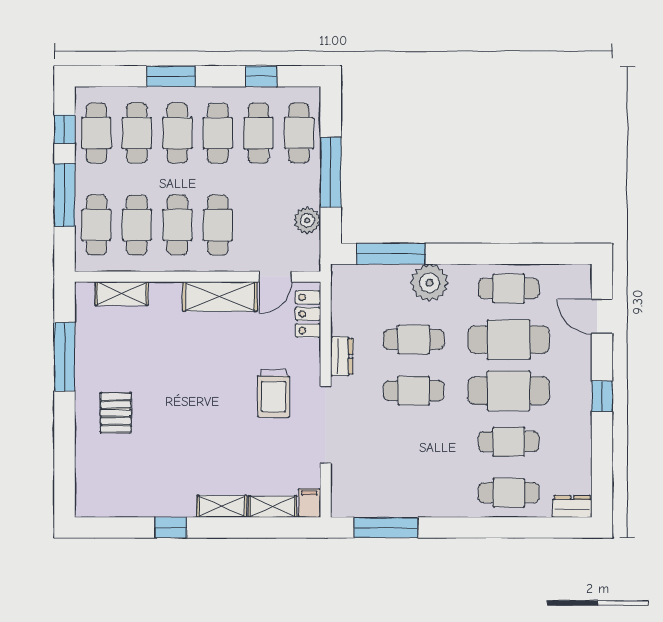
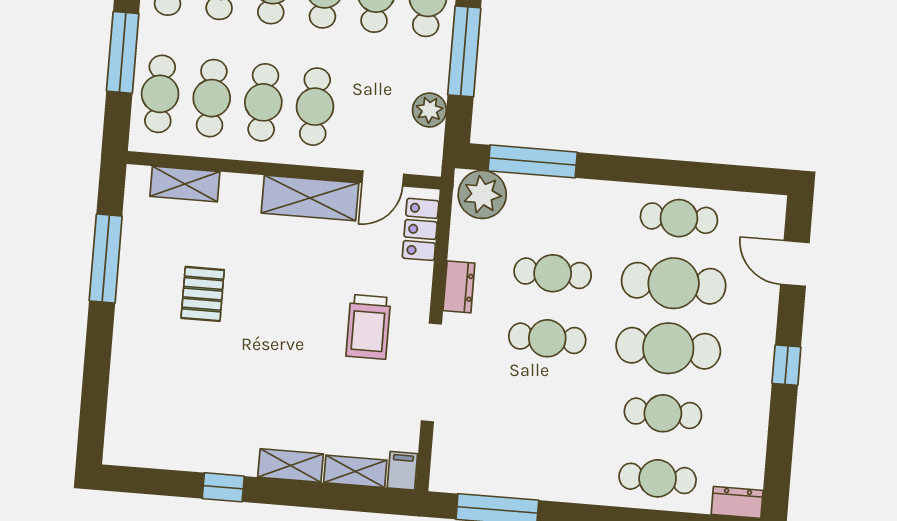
plant: (430, 283) -> (482, 194), moved
pallet: (116, 413) -> (203, 294), moved

